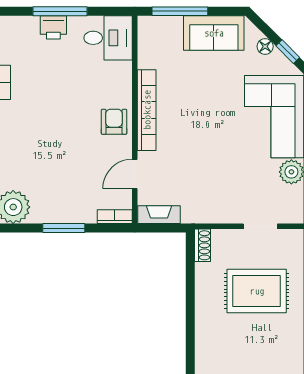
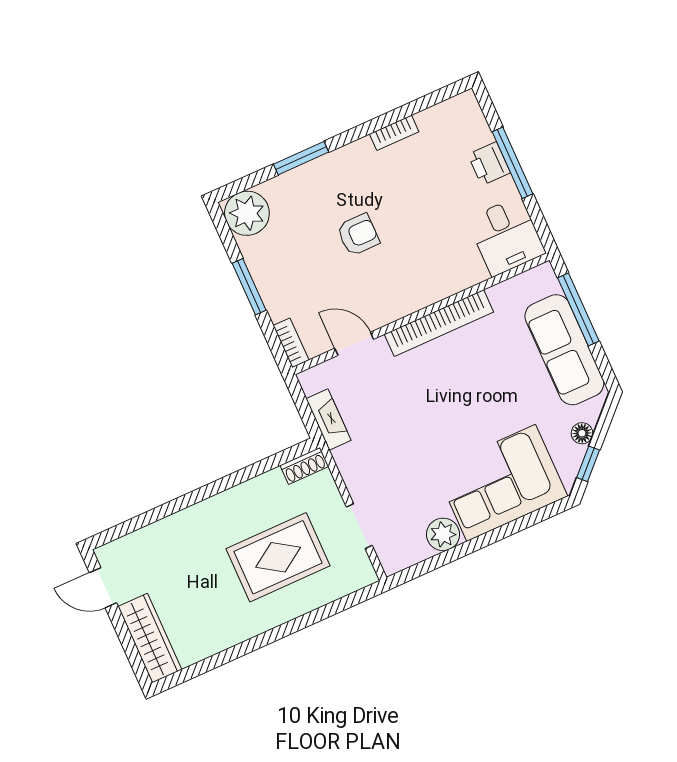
sofa: (214, 33) -> (564, 350), width x1.36
armchair: (114, 122) -> (358, 235), moved
fireplace: (159, 215) -> (329, 420), moved
rug: (257, 291) -> (278, 557), turned 90

